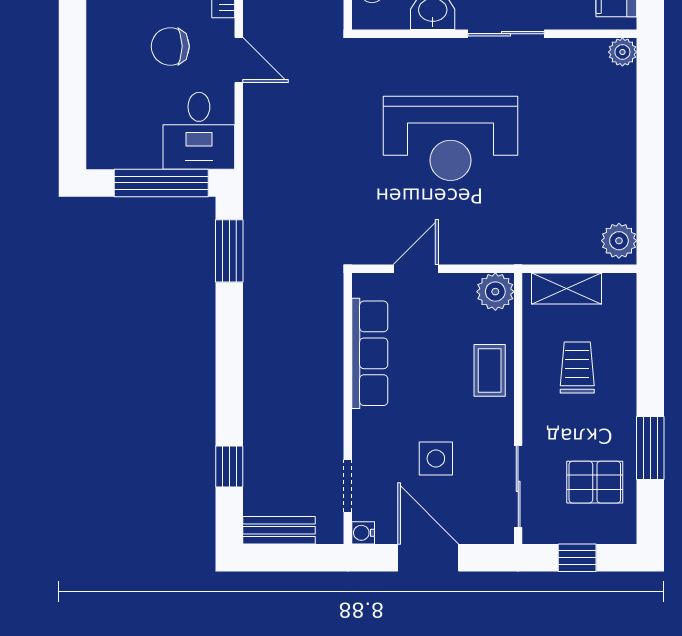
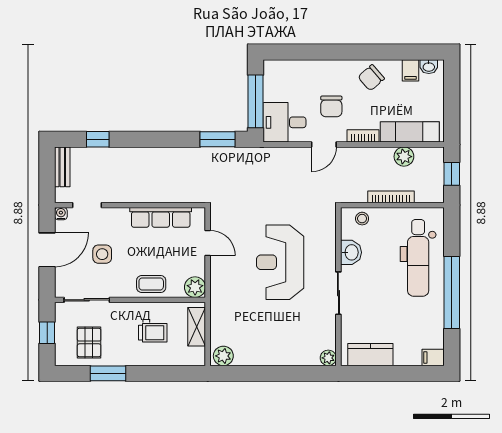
chair: (170, 46) -> (331, 106), turned 180

